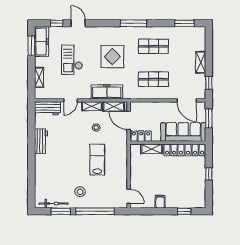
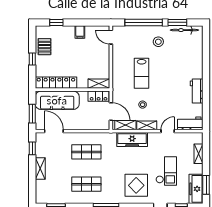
display table: (112, 57) -> (136, 185), moved
shelving: (152, 149) -> (99, 84), moved
pallet: (196, 187) -> (44, 47), added

